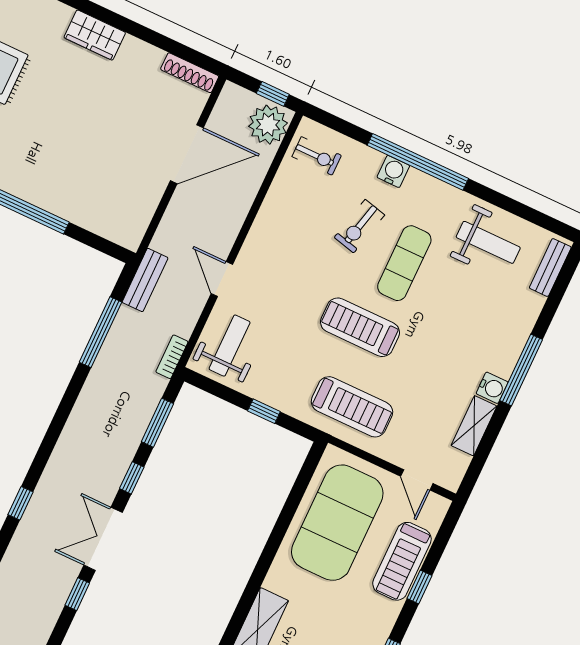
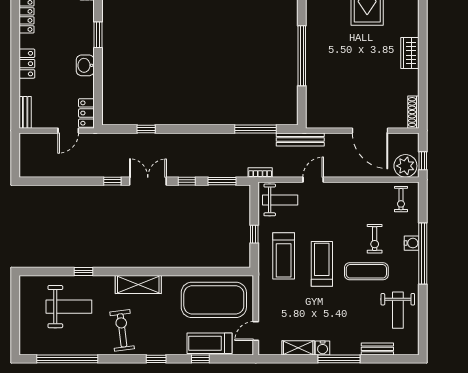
exercise bike: (359, 226) -> (375, 239), turned -104
bench: (550, 268) -> (377, 349), moved
bench: (145, 280) -> (300, 140), width x1.36
treadmill: (352, 407) -> (284, 256), moved

